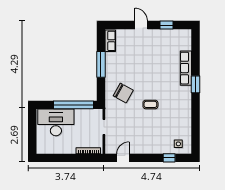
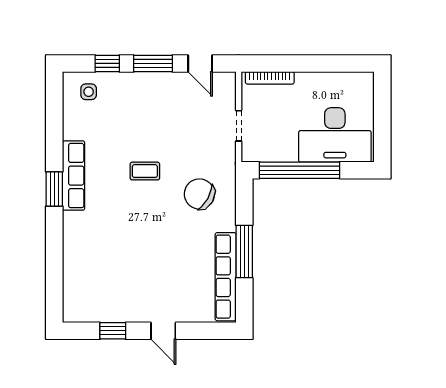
row of seats: (110, 41) -> (226, 277), width x2.02
row of seats: (186, 68) -> (73, 176), moved
window: (196, 84) -> (54, 189), moved
door: (123, 158) -> (200, 63), hinge flipped
window: (146, 158) -> (153, 63), added

